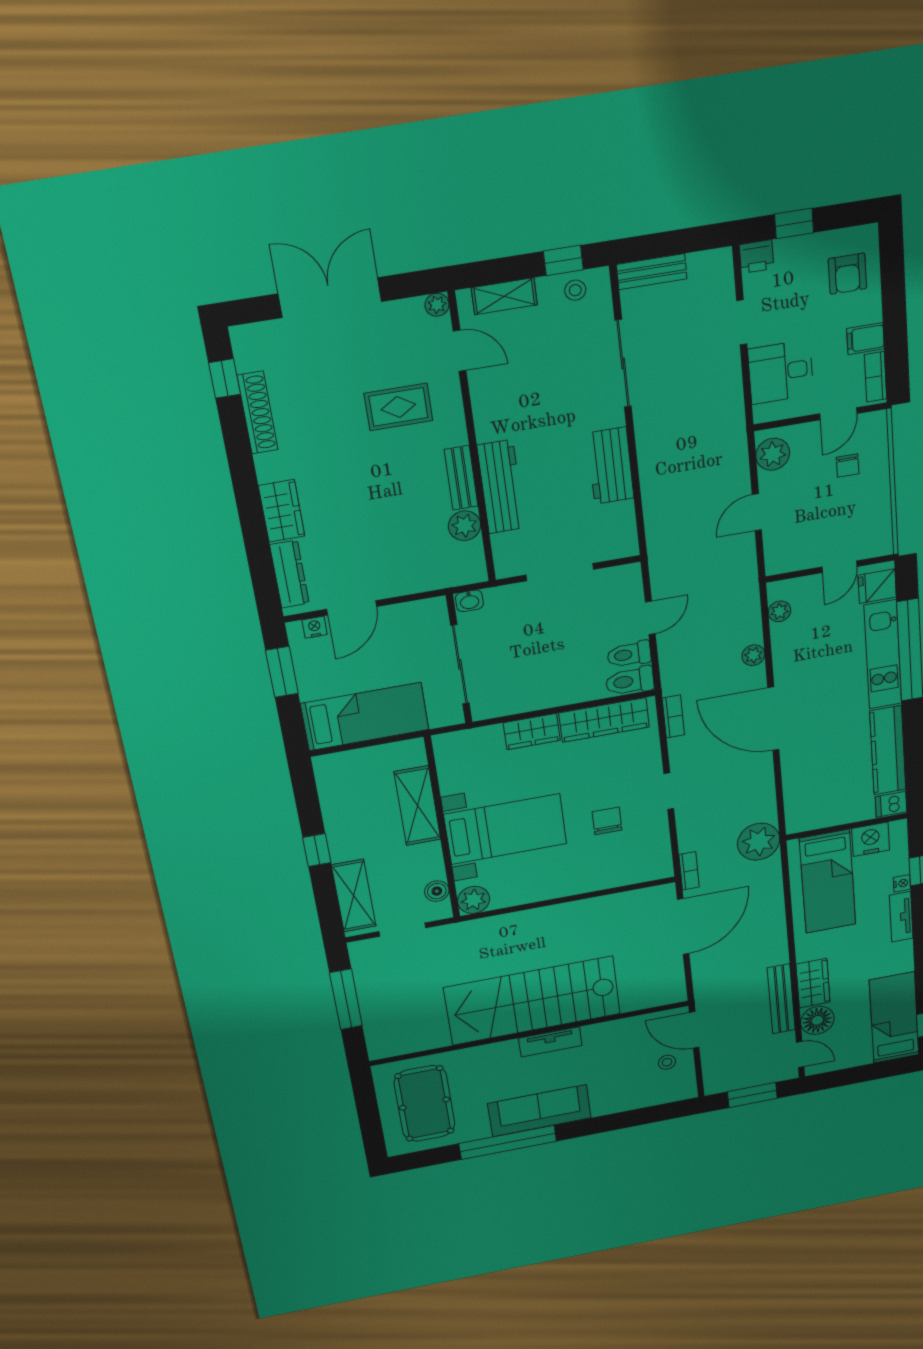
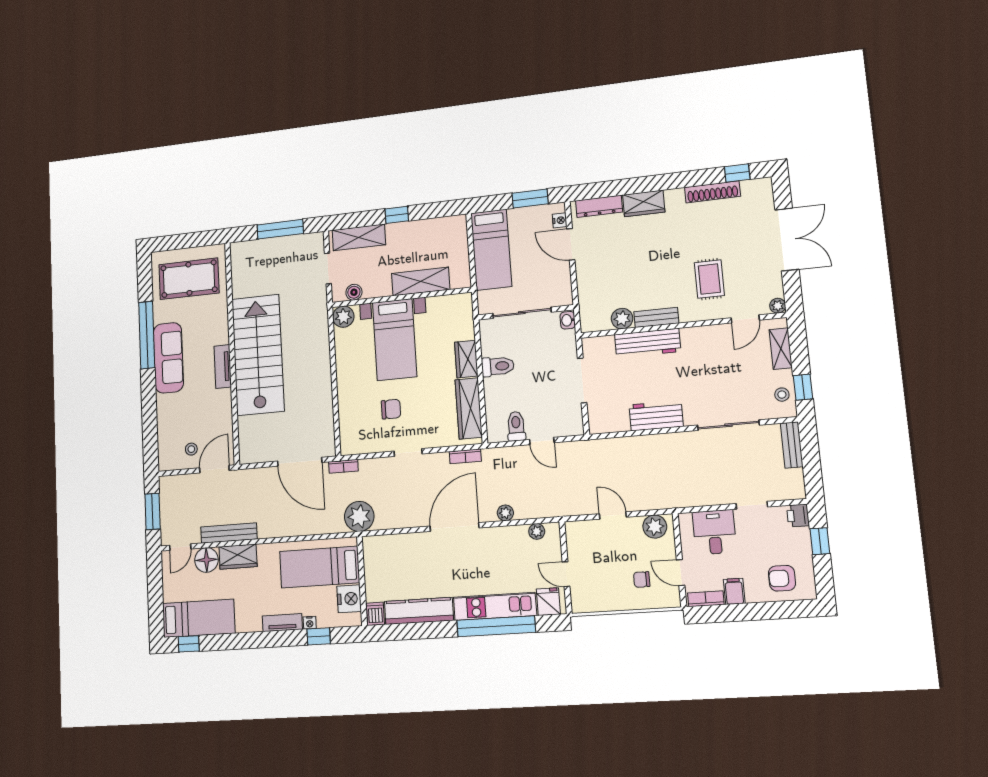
toilet: (630, 681) -> (498, 366), moved, turned 90

